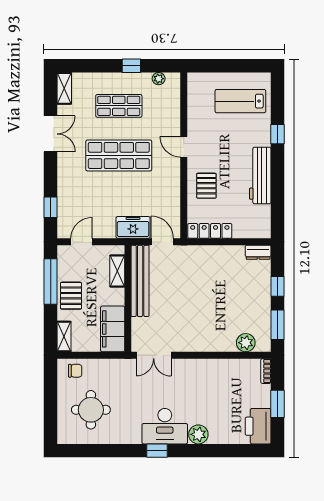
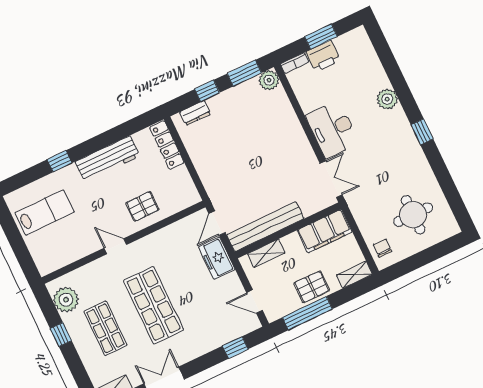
plant: (159, 79) -> (66, 300), width x1.88, depth x1.88
lab bench: (240, 101) -> (45, 212), turned -90
door: (184, 147) -> (115, 246), swing flipped
locker: (210, 231) -> (167, 145), moved
dresser: (258, 252) -> (195, 113), moved, turned 90
plant: (246, 343) -> (269, 80), moved
desk: (165, 426) -> (333, 129), moved, turned 180
printer: (258, 426) -> (323, 56), moved, width x0.73, depth x0.84

